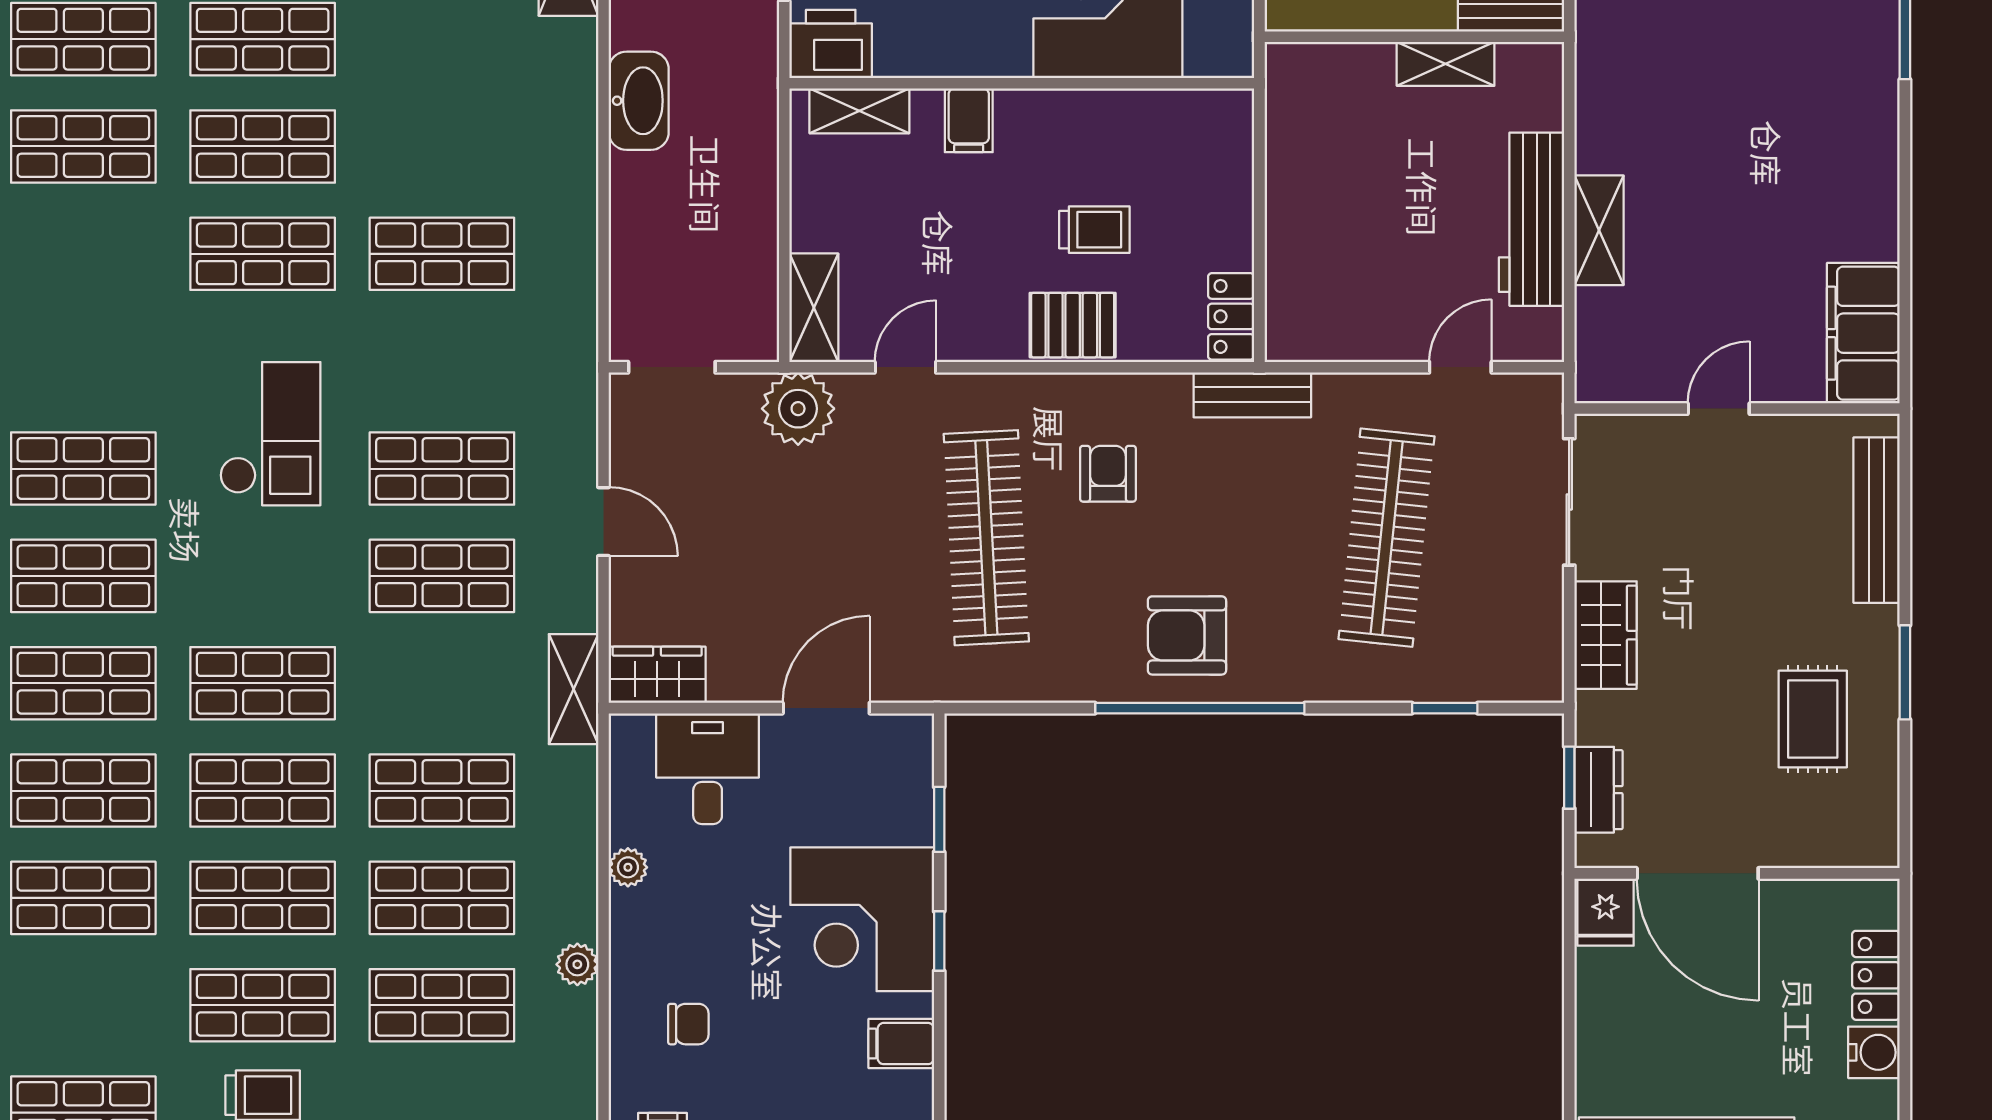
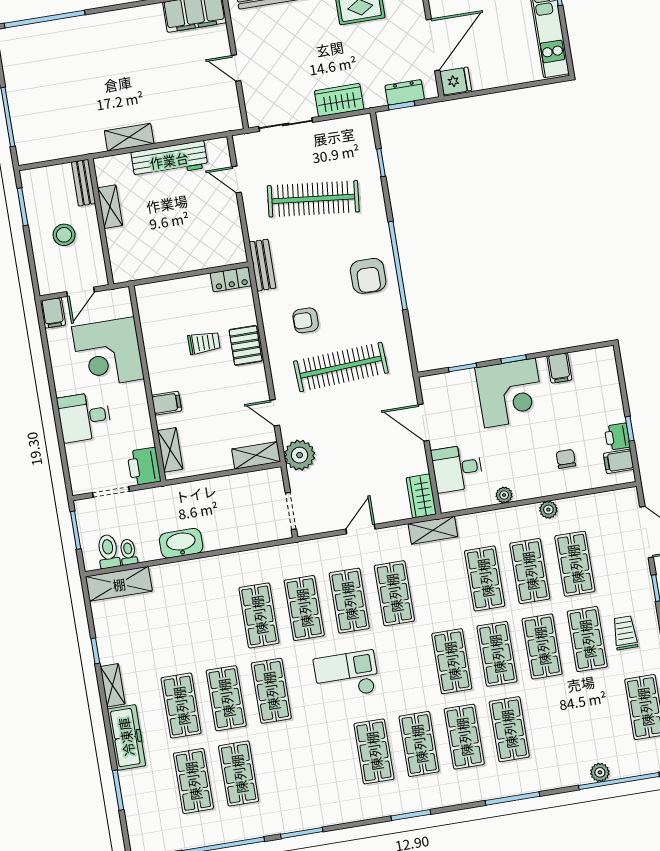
trolley: (1094, 230) -> (204, 343), turned 90
shelving: (1599, 230) -> (129, 137), moved
shop shelf: (83, 898) -> (304, 608), moved

